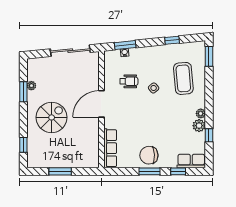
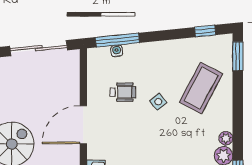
window: (172, 40) -> (205, 31), moved
window: (125, 45) -> (117, 40), width x1.44
coffee table: (183, 78) -> (201, 88), turned 33

